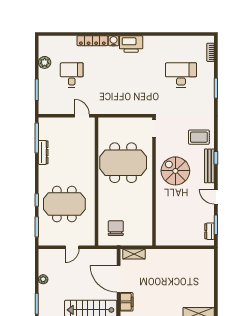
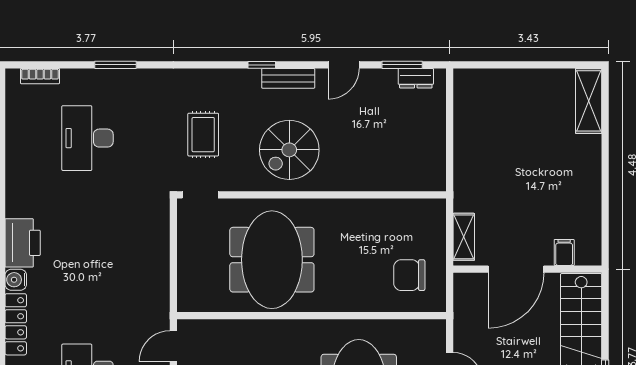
rug: (199, 137) -> (203, 135), moved
bench: (209, 166) -> (288, 78), width x0.73
filing cabinet: (127, 302) -> (564, 252), width x0.50

